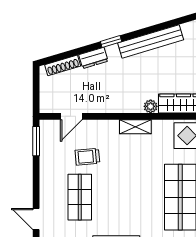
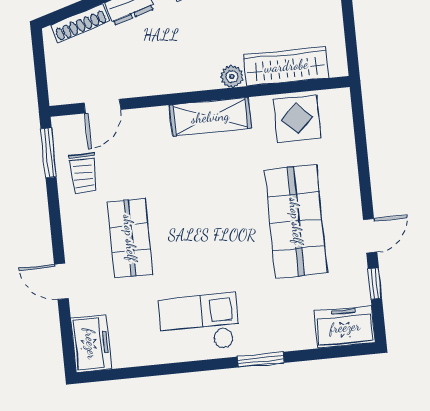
shelving: (135, 127) -> (210, 117), width x1.50, depth x1.33
trolley: (87, 157) -> (83, 173), moved, turned -85

